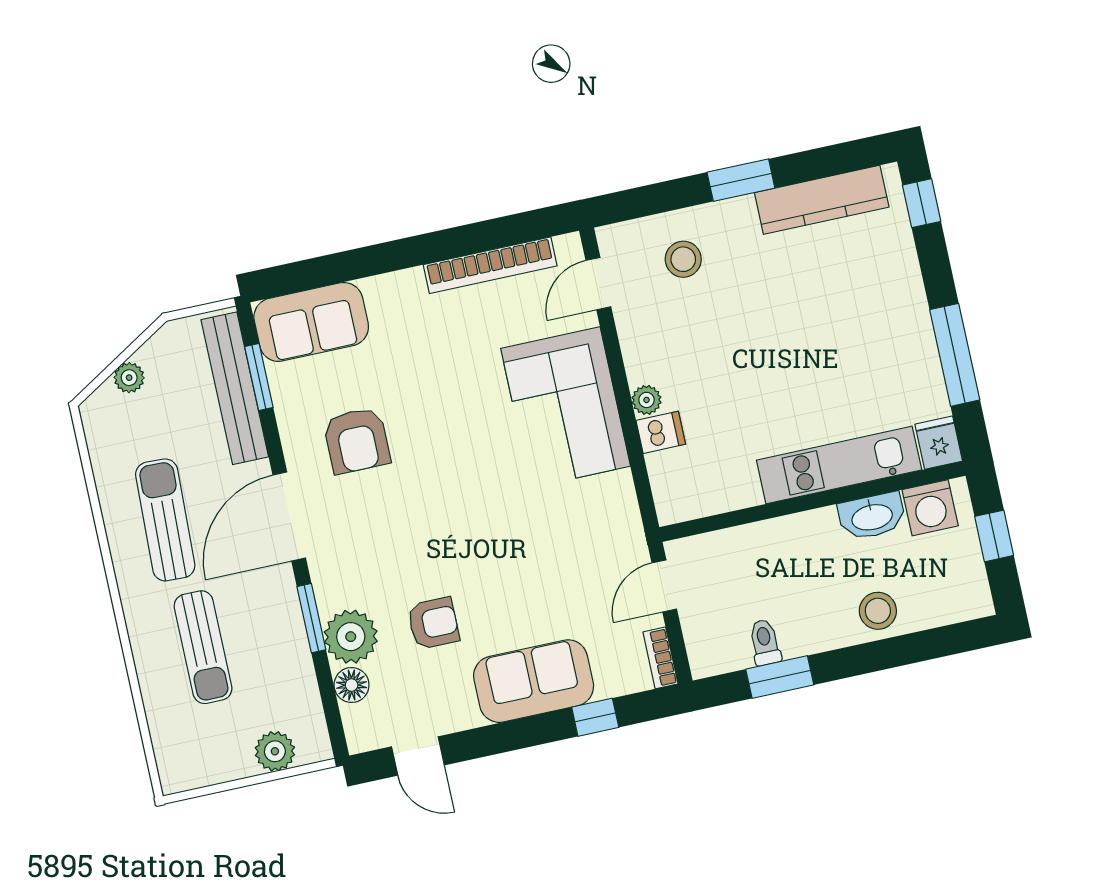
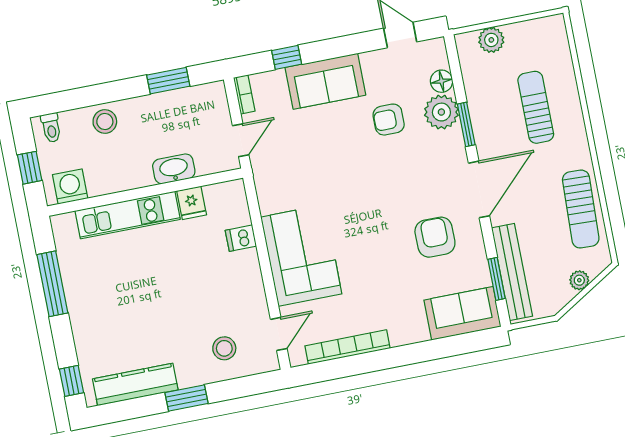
plant: (647, 400) -> (250, 259), removed
fridge: (939, 443) -> (192, 203), moved
washbasin: (872, 516) -> (174, 169), moved
sun lounger: (165, 520) -> (581, 209), moved
toilet: (765, 642) -> (51, 128), moved

